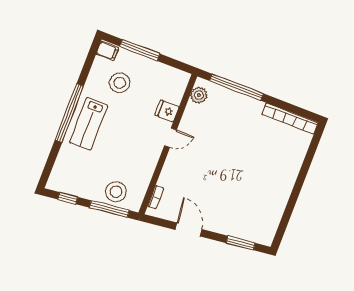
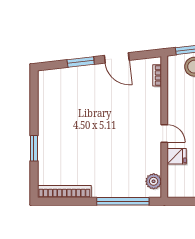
door: (170, 138) -> (164, 134), swing flipped
window: (303, 172) -> (34, 148), added
window: (241, 243) -> (81, 62), moved

